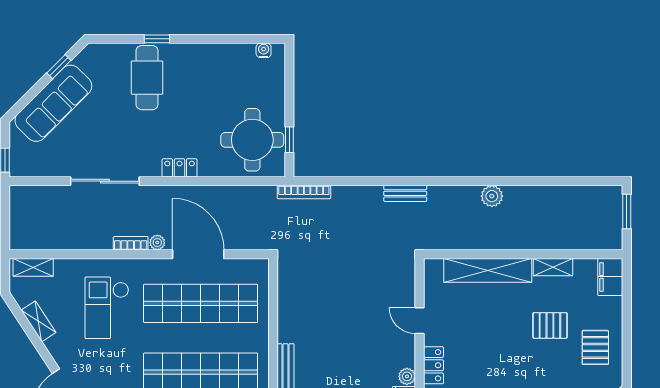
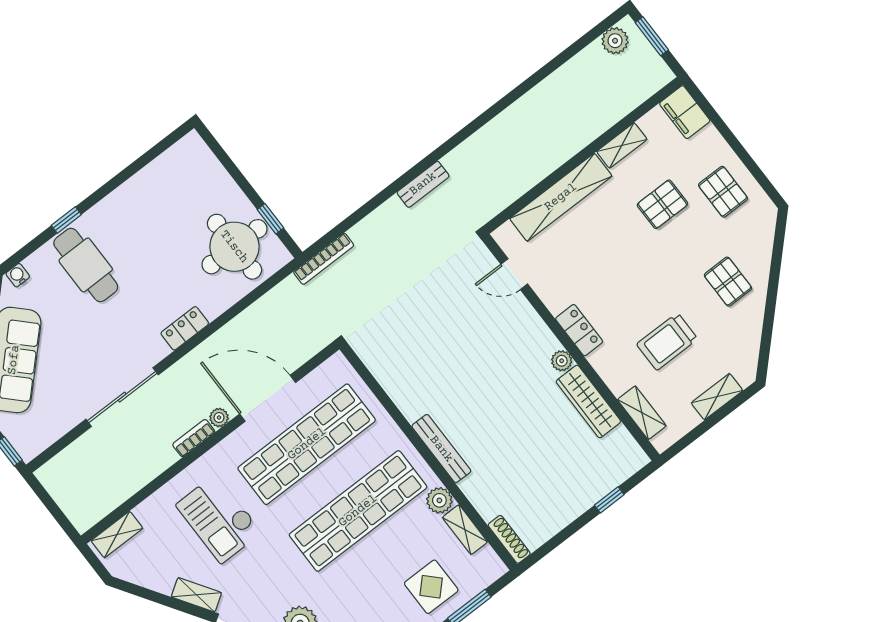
water cooler: (264, 50) -> (18, 275), moved
plant: (492, 196) -> (615, 41), moved
shelving: (38, 321) -> (196, 595), moved
door: (419, 321) -> (514, 274), moved

